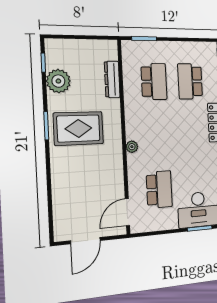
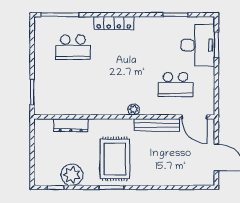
school desk: (154, 82) -> (73, 84), removed
bench: (117, 172) -> (157, 125), added
school desk: (159, 189) -> (175, 84), turned 180

